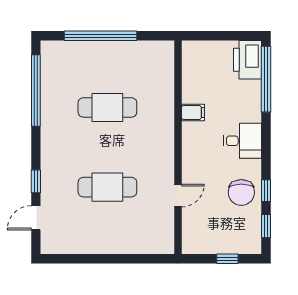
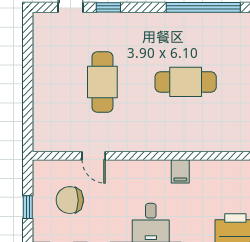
cafe table: (107, 107) -> (186, 82), turned 90
chair: (241, 192) -> (70, 200), moved

